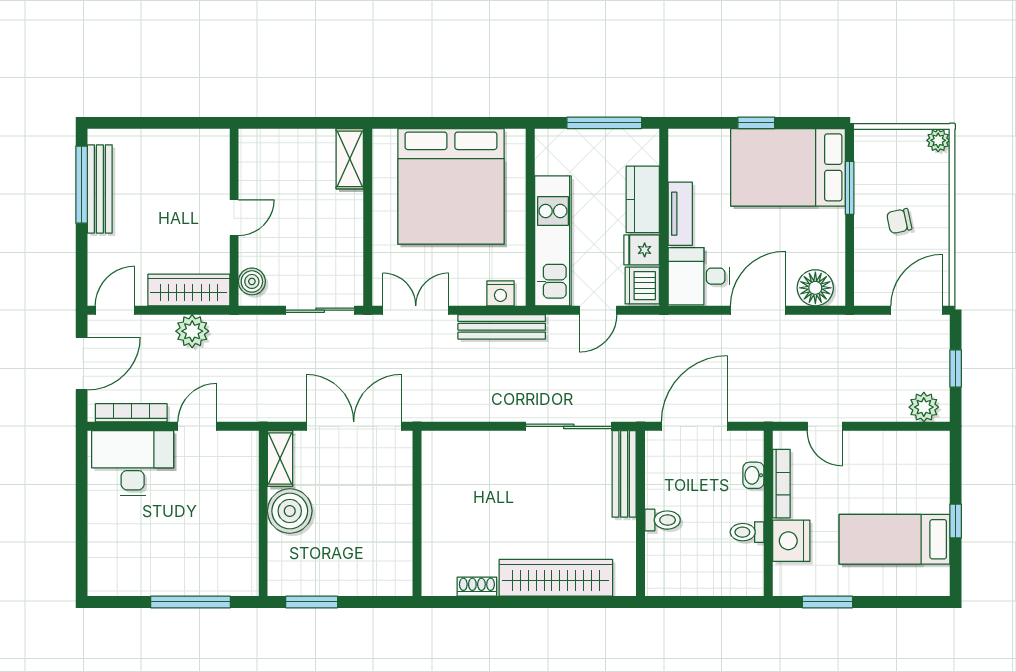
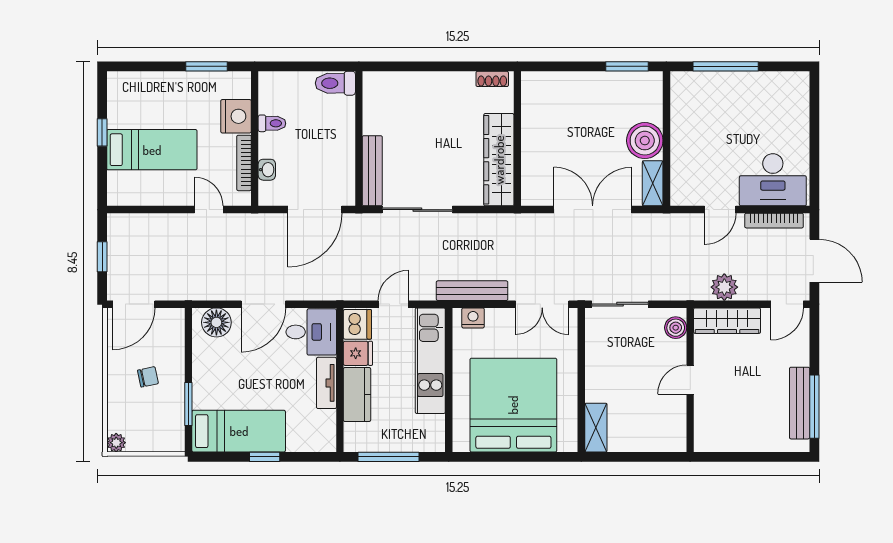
bed: (788, 167) -> (239, 431), width x0.67
door: (82, 364) -> (814, 261), swing flipped
plant: (924, 407) -> (128, 225), removed
double door: (354, 426) -> (593, 210), swing flipped
wall: (417, 513) -> (517, 139), moved
toilet: (663, 520) -> (335, 83), moved, width x1.37, depth x1.39
bed: (894, 539) -> (152, 150), moved
wardrobe: (556, 578) -> (499, 160), moved, turned 90

